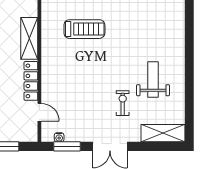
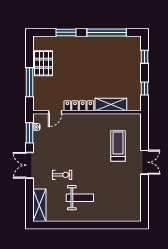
treadmill: (84, 29) -> (118, 146), turned 180

